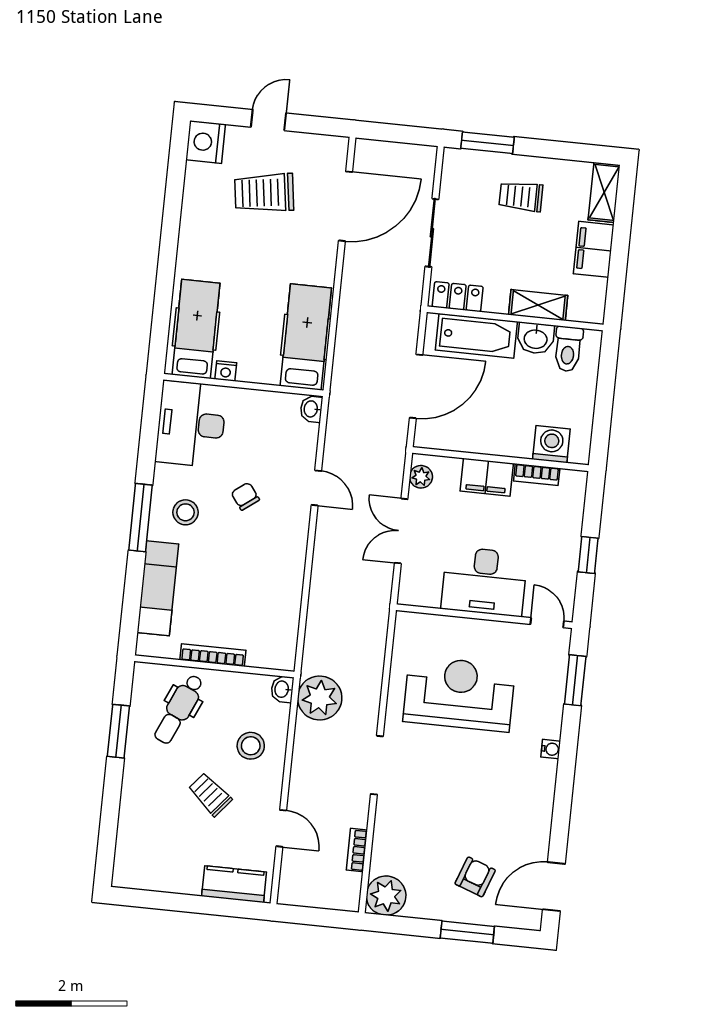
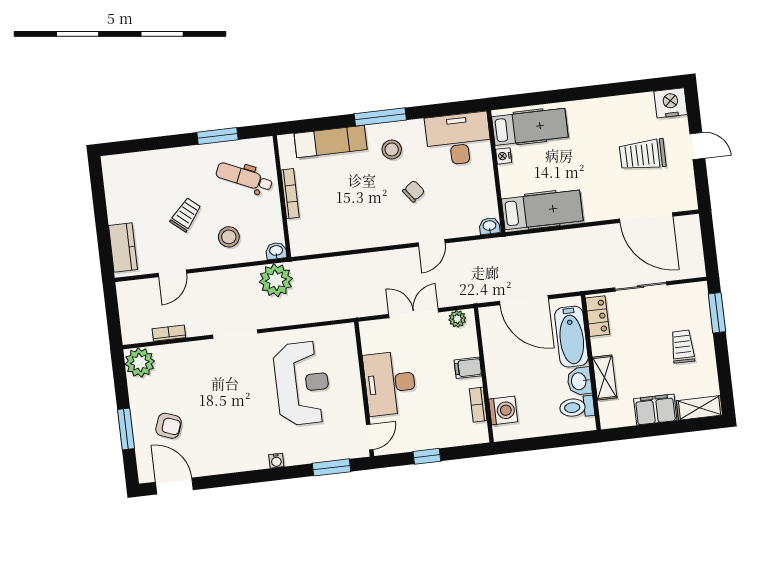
trolley: (264, 193) -> (643, 155), turned -82
filing cabinet: (487, 477) -> (468, 368), width x0.50

